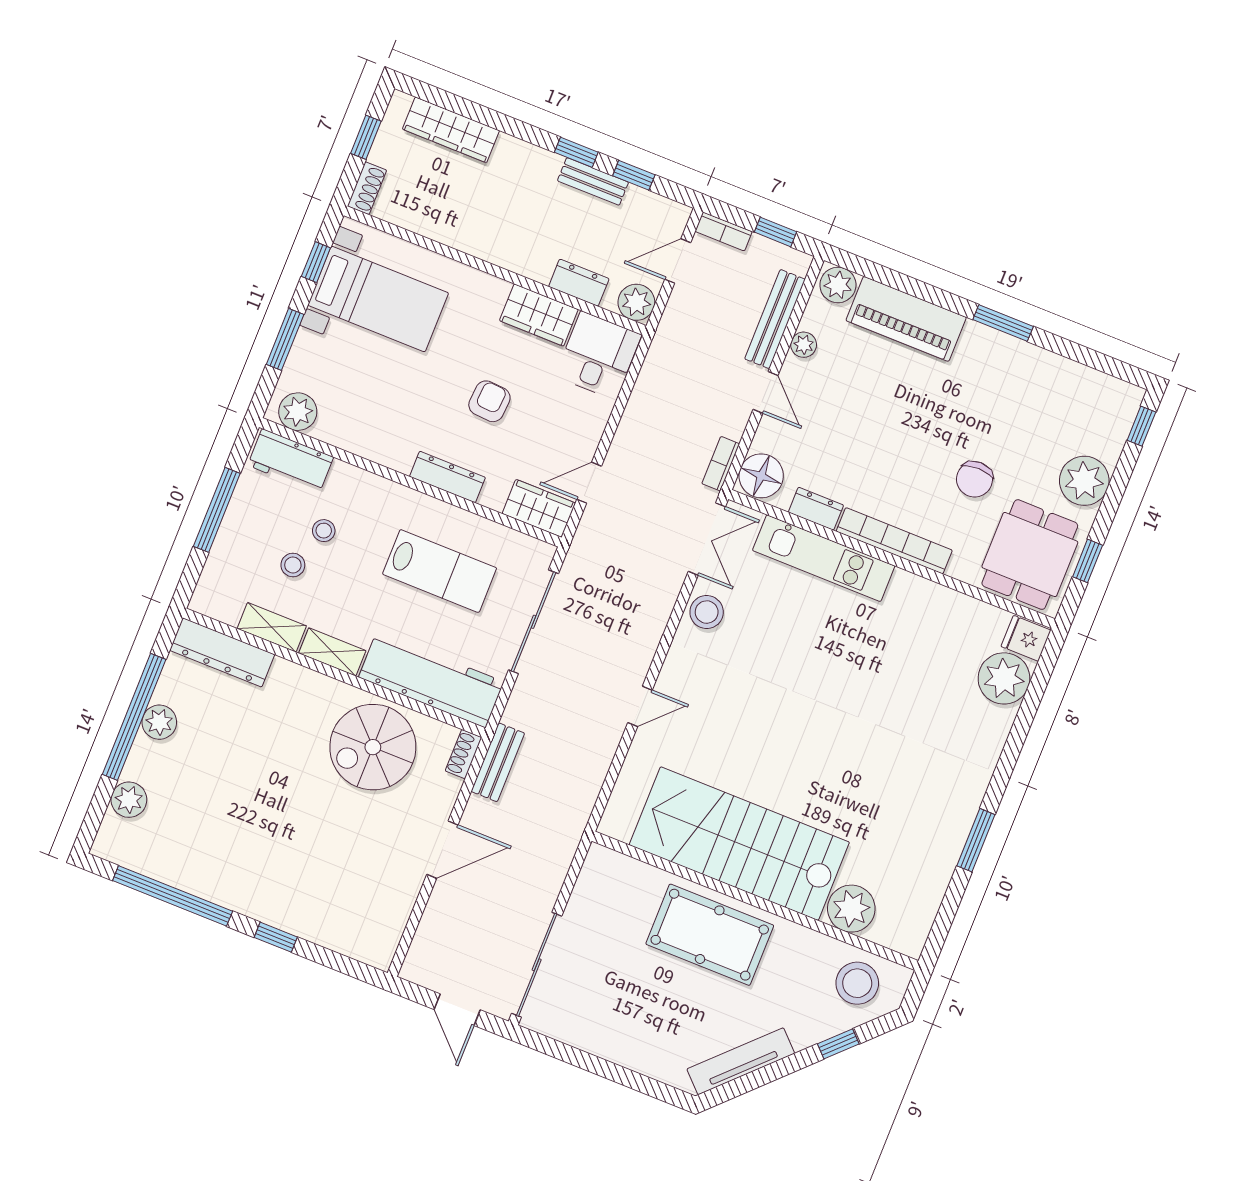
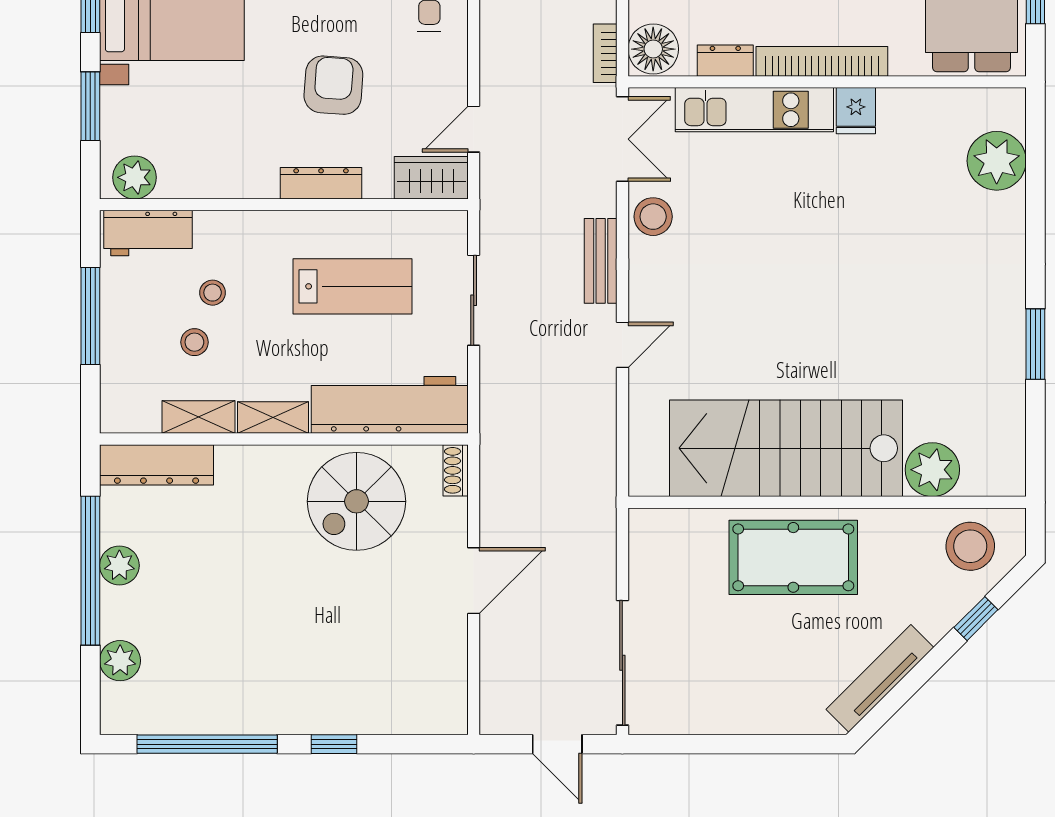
armchair: (489, 401) -> (333, 85), width x1.38, depth x1.38
sliding door: (533, 622) -> (474, 300), width x0.73
fridge: (1026, 638) -> (856, 111), moved, turned -90
bench: (498, 762) -> (601, 261), moved

